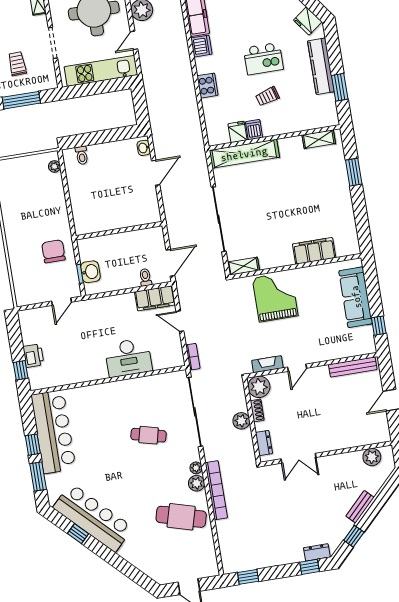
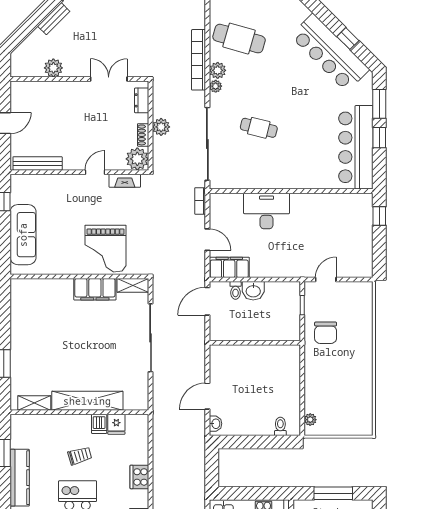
shelving: (244, 154) -> (87, 401), moved
filing cabinet: (314, 251) -> (95, 289), moved
washbasin: (90, 272) -> (253, 291), moved, turned -90
printer: (33, 356) -> (364, 229), removed
plant: (372, 457) -> (53, 68), moved

